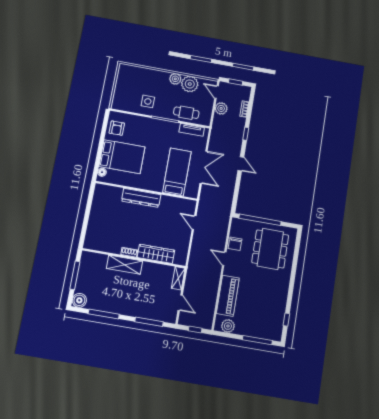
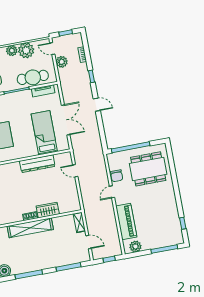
cafe table: (186, 113) -> (33, 77), width x1.37, depth x1.35
dresser: (141, 198) -> (37, 164), moved
dining table: (270, 249) -> (148, 169), turned 90
wardrobe: (156, 254) -> (48, 210), width x0.67
door: (224, 259) -> (112, 192), hinge flipped
shelving: (124, 265) -> (30, 228), width x1.47

